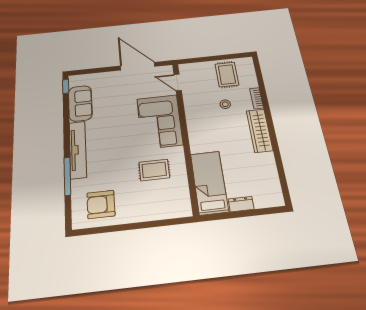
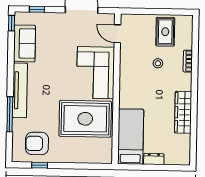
window: (91, 71) -> (37, 9), added
wardrobe: (259, 131) -> (183, 112), moved
rug: (154, 170) -> (85, 119), width x1.86, depth x2.06
window: (106, 229) -> (40, 165), added

